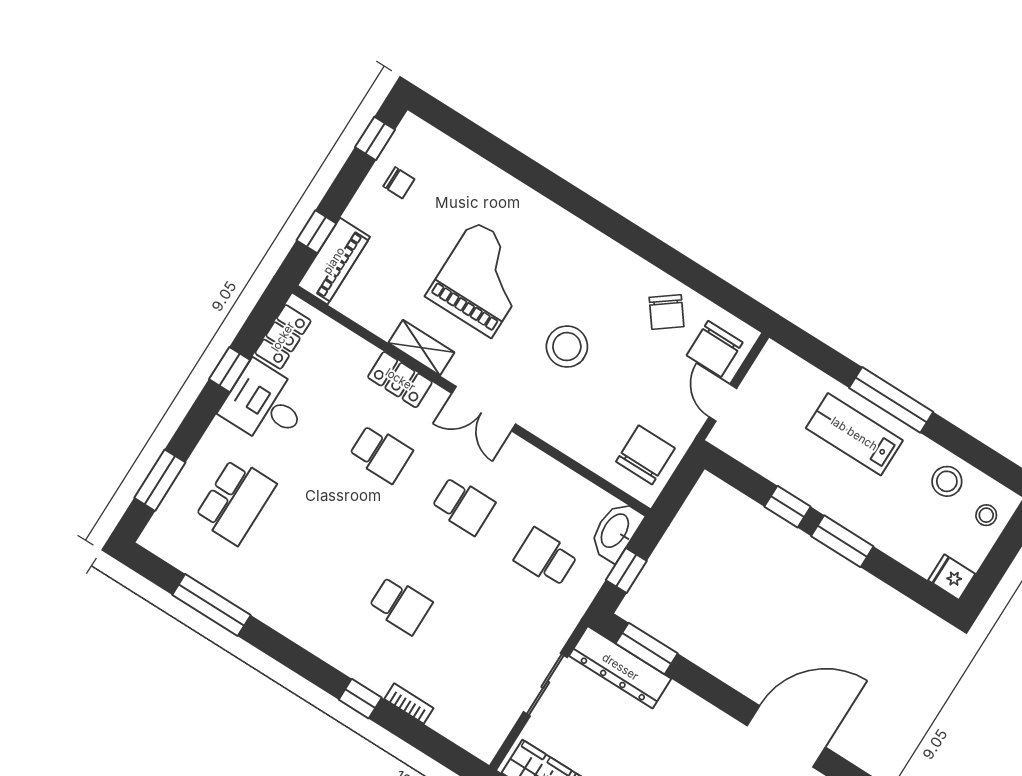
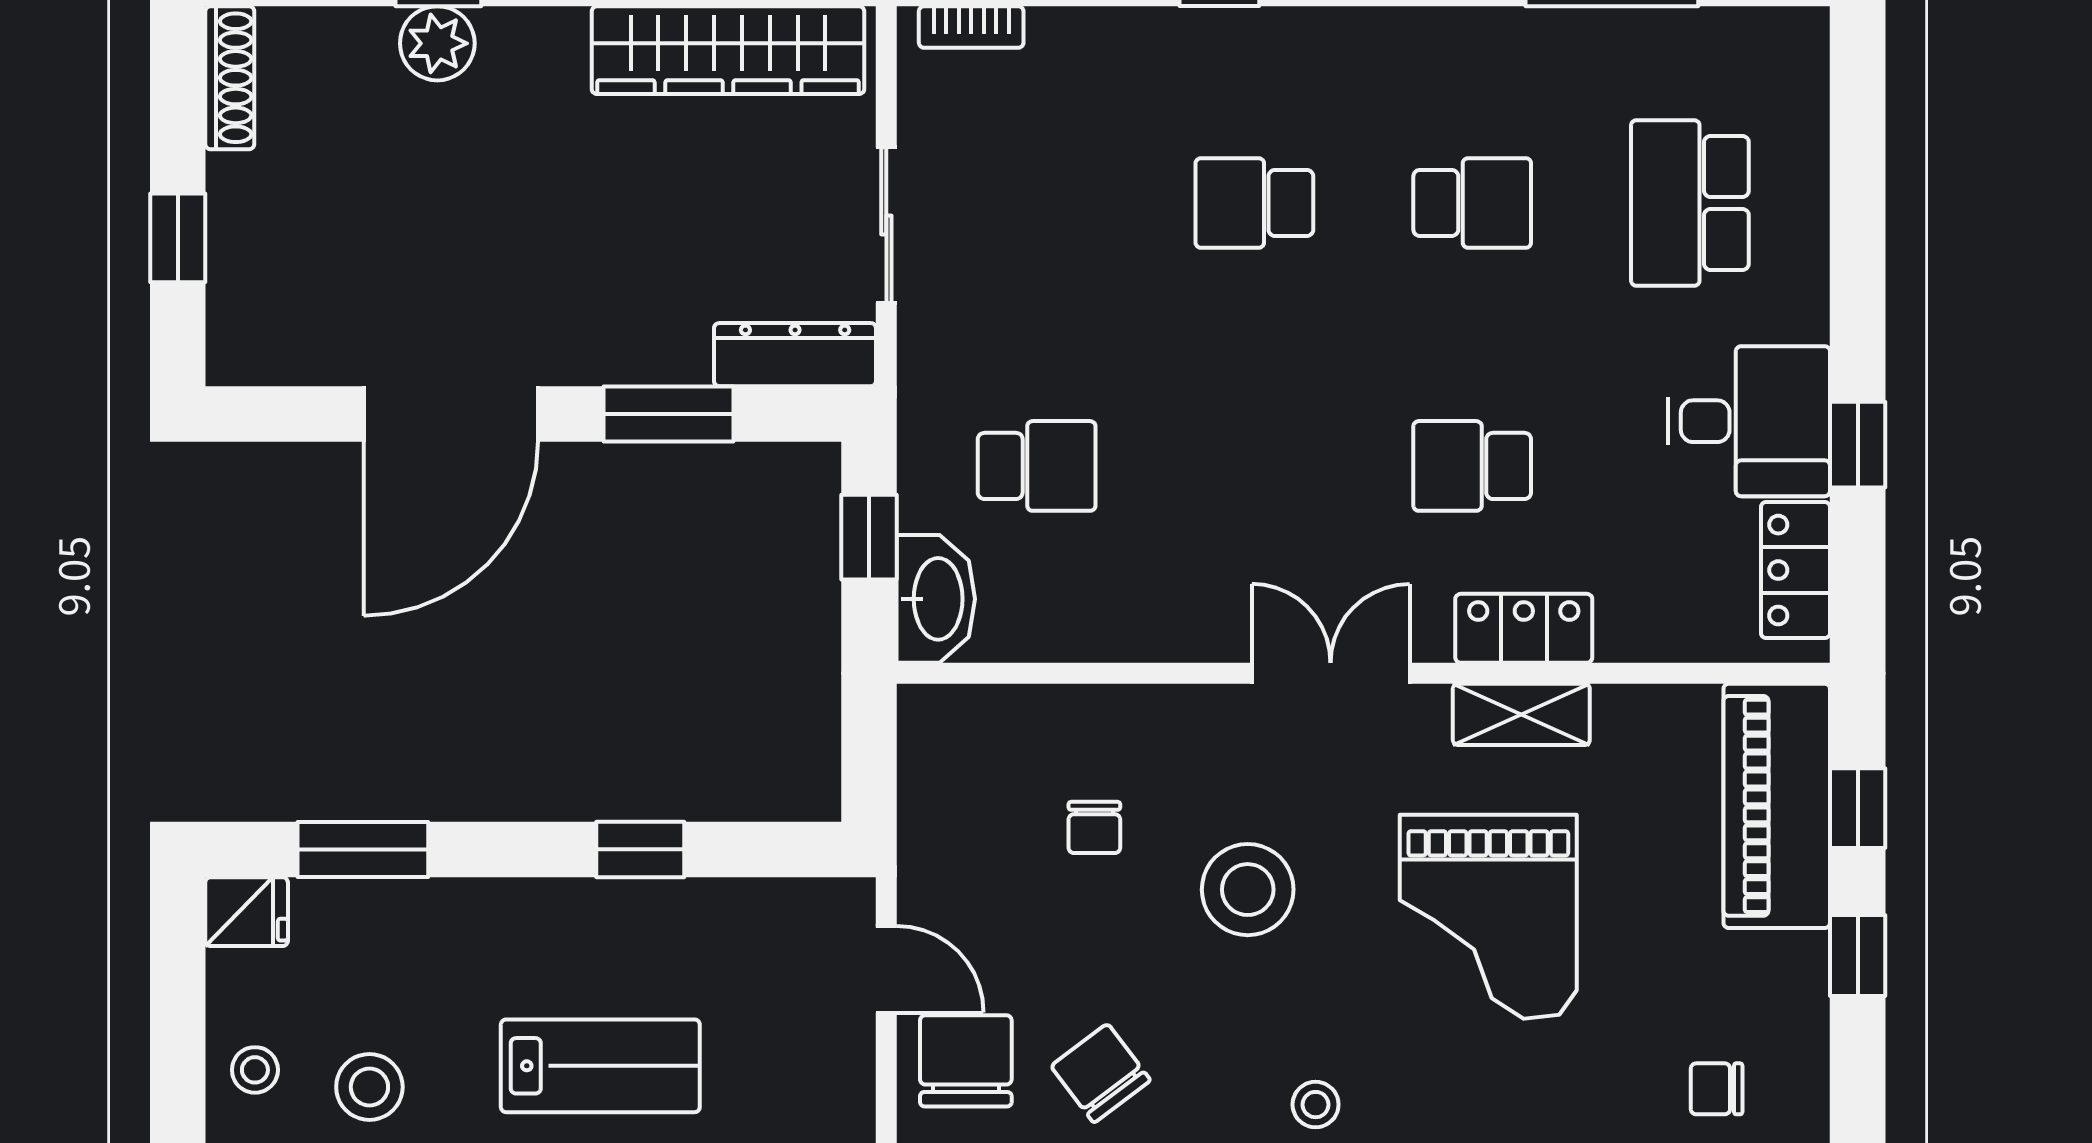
window: (375, 138) -> (1858, 955), moved
chair: (399, 183) -> (1717, 1089), moved
stool: (593, 249) -> (1316, 1105), added
piano: (334, 261) -> (1777, 806), width x1.37, depth x1.33
chair: (645, 455) -> (1094, 827), moved, width x0.54, depth x0.54
window: (160, 480) -> (1858, 153), removed
school desk: (463, 505) -> (1472, 203), moved, turned 180
window: (842, 541) -> (363, 849), moved
window: (647, 648) -> (668, 414), moved
dresser: (620, 667) -> (795, 355), width x0.73, depth x0.80
bookcase: (409, 704) -> (971, 27), moved
door: (786, 736) -> (451, 414), moved

